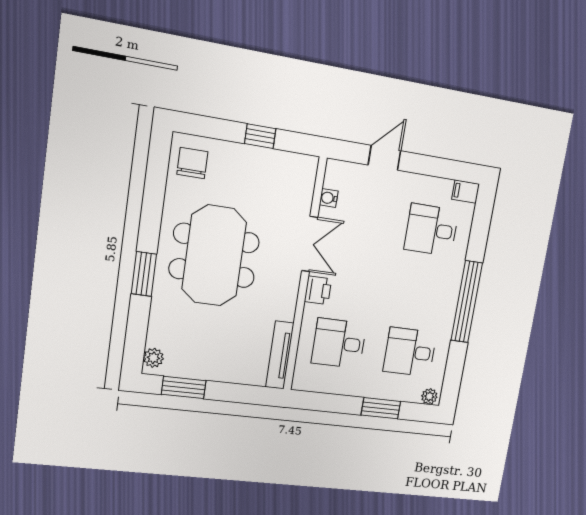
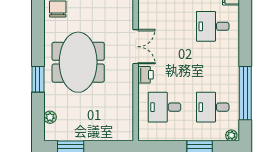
water cooler: (329, 198) -> (143, 17), removed
window: (467, 302) -> (245, 93), moved
tv unit: (280, 355) -> (128, 119), removed
plant: (153, 358) -> (50, 117), moved

